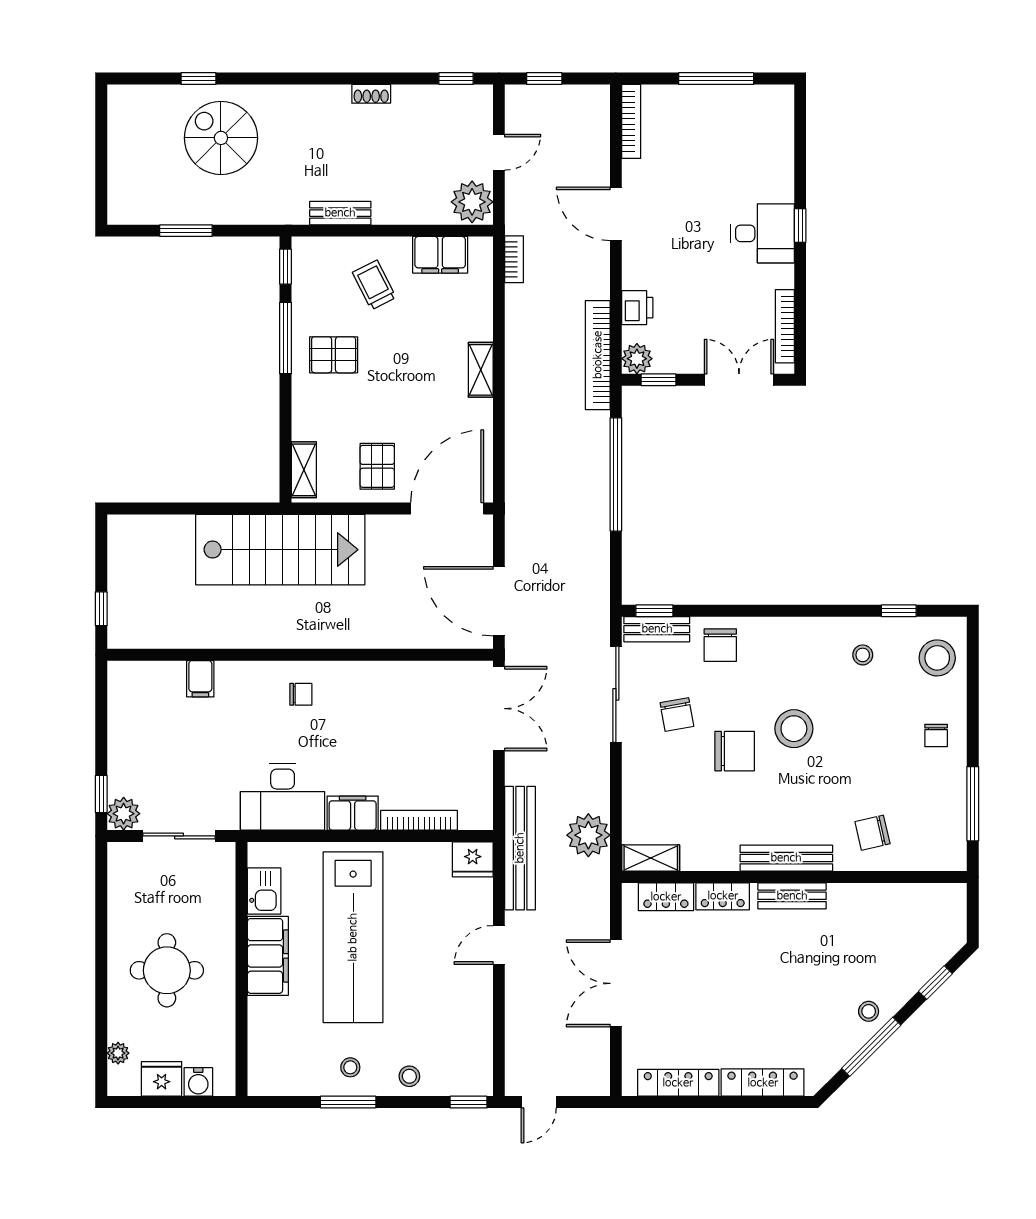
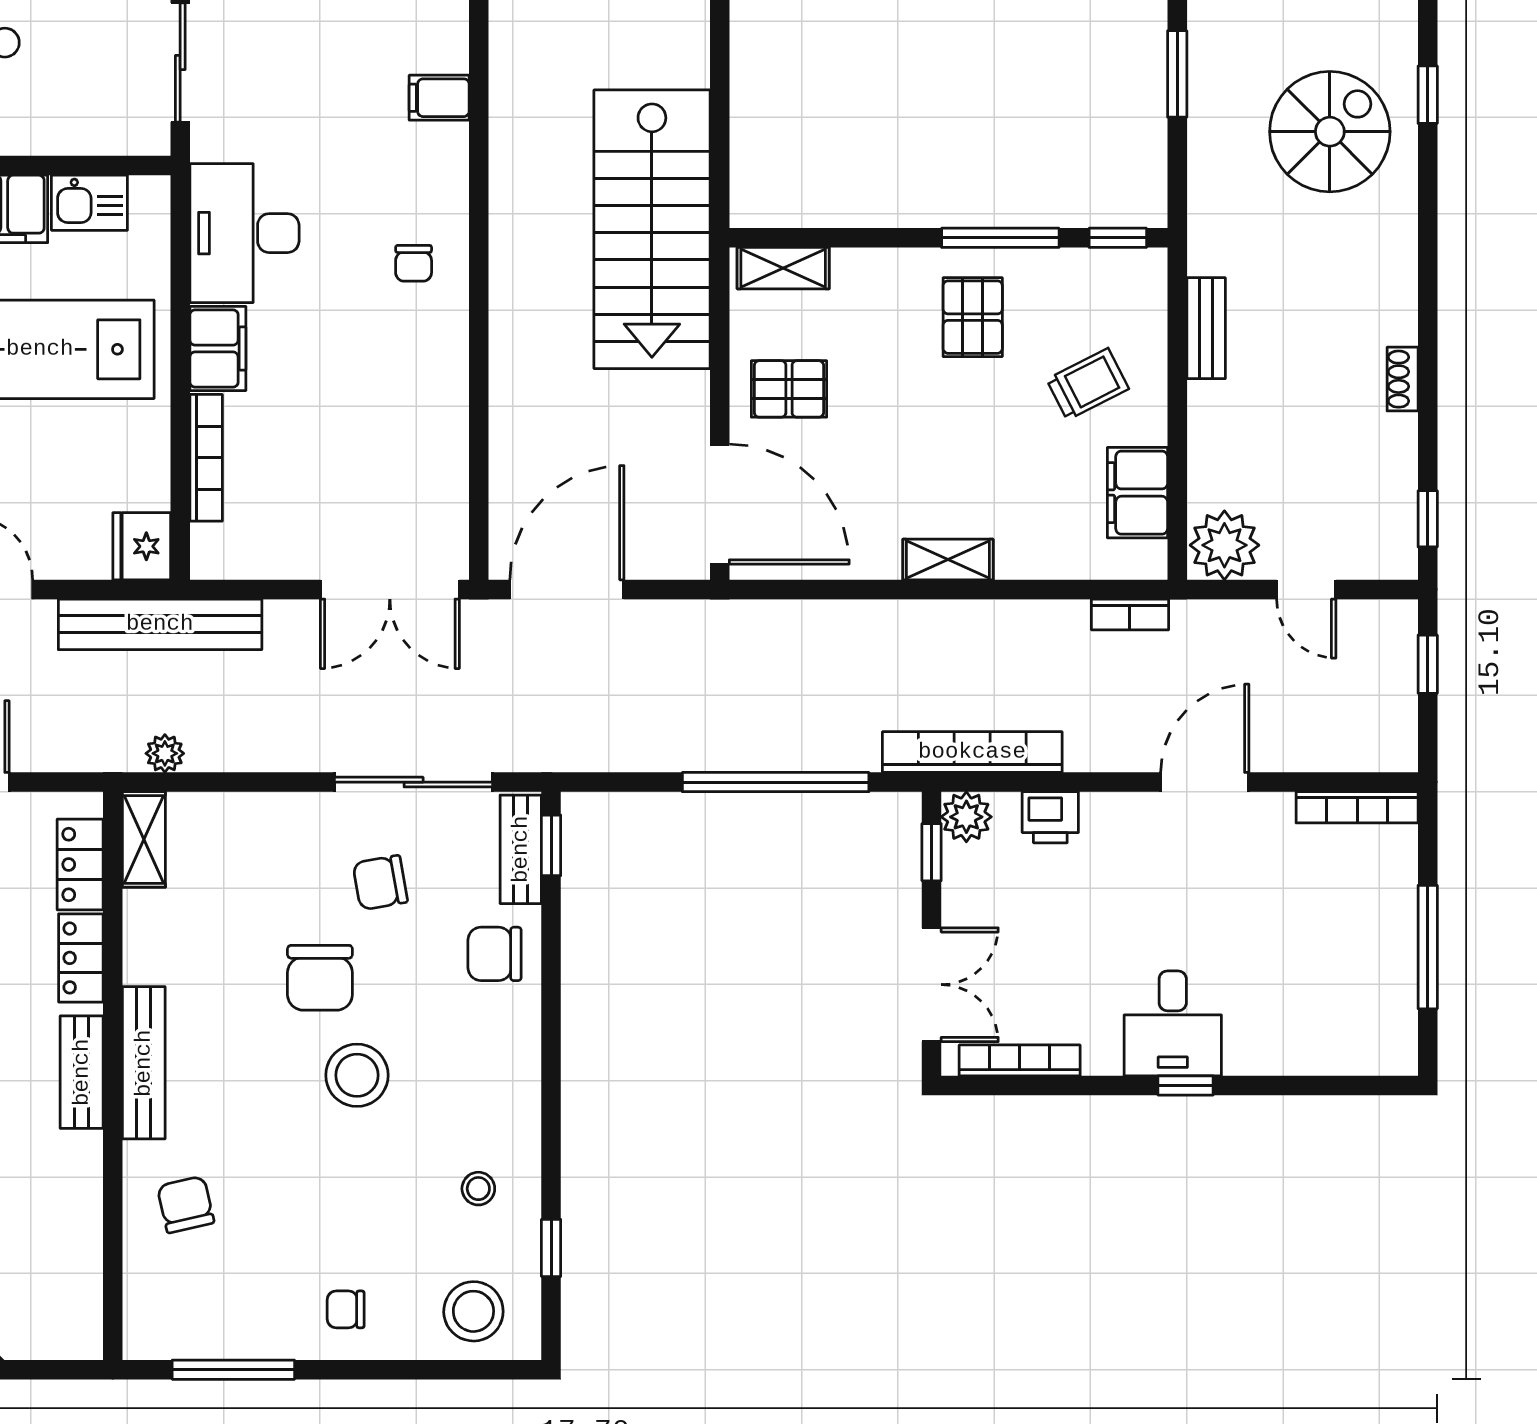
plant: (588, 835) -> (165, 753), width x0.53, depth x0.53

